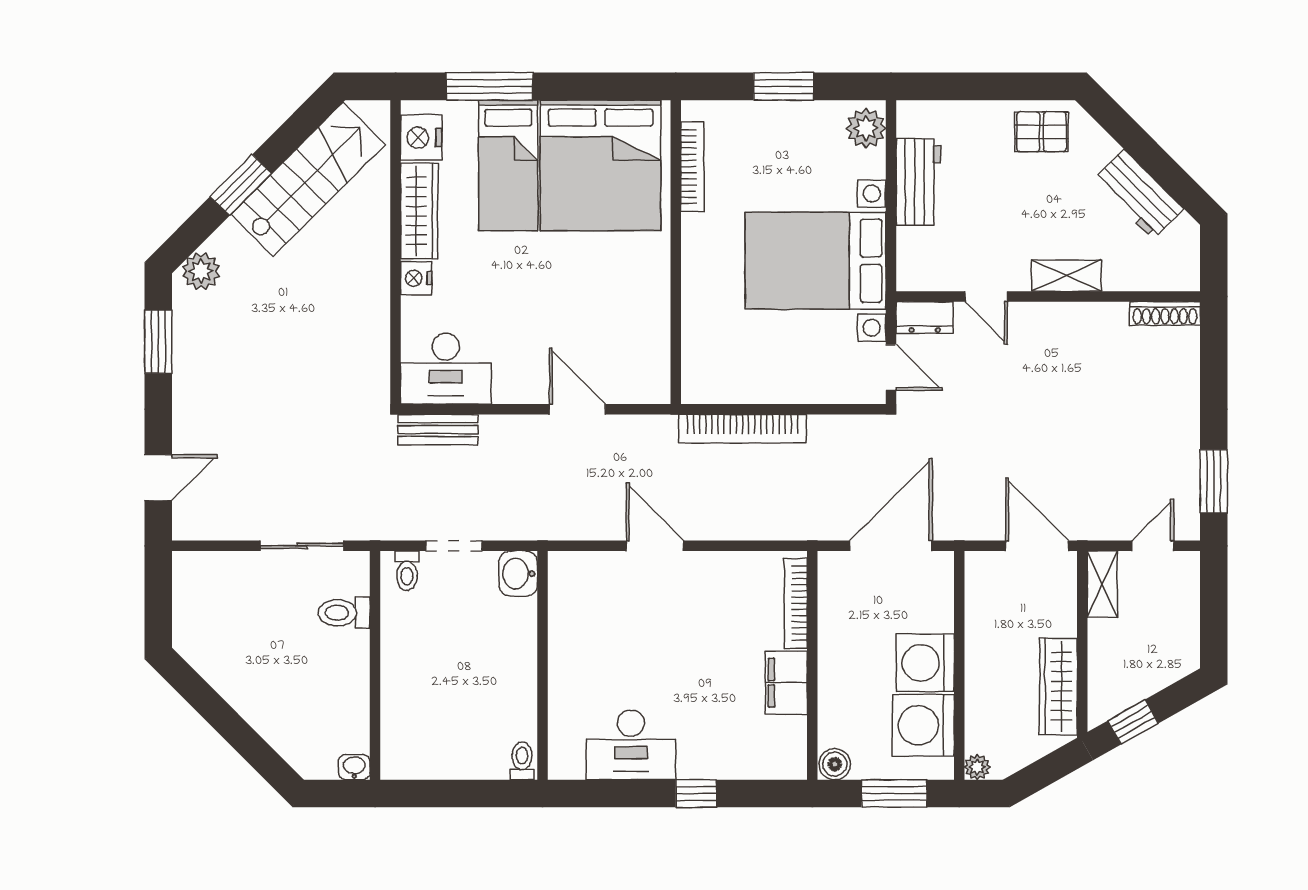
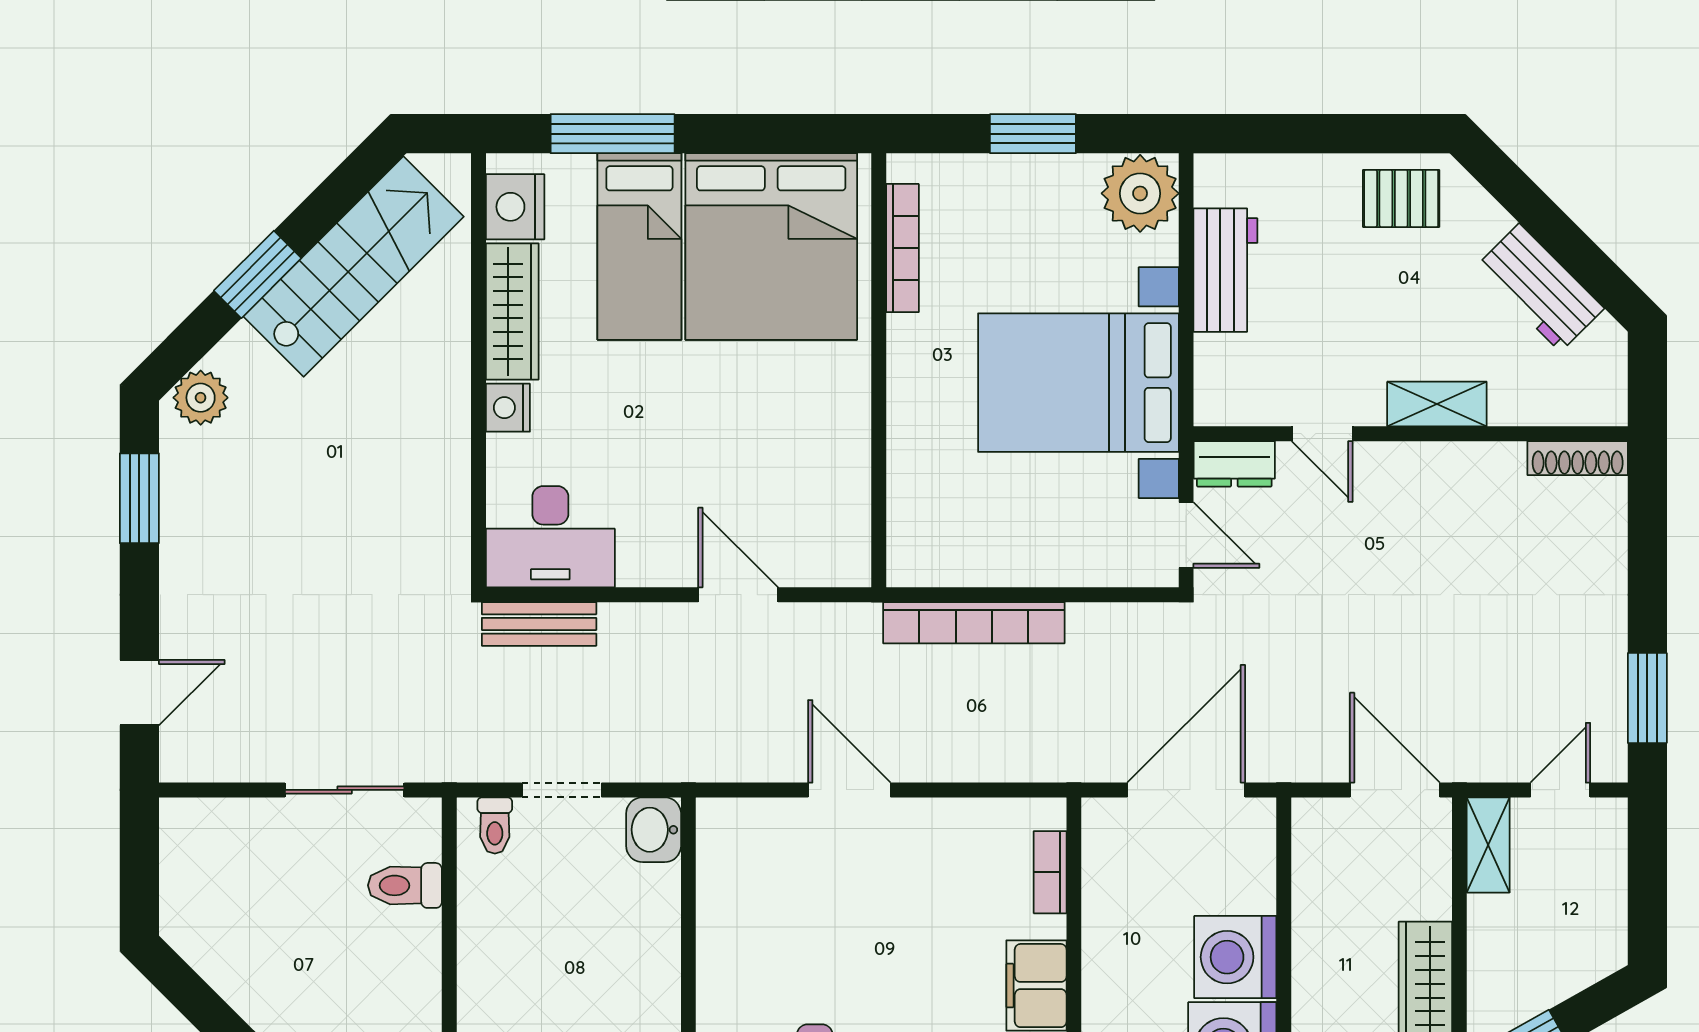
plant: (866, 128) -> (1140, 193), width x1.36, depth x1.36
bookcase: (796, 603) -> (1050, 872), width x0.64

